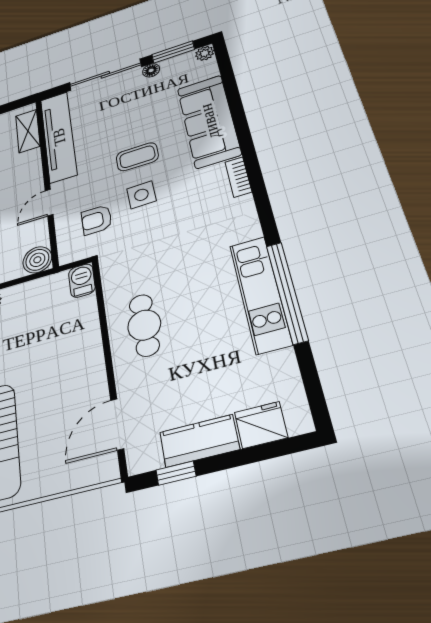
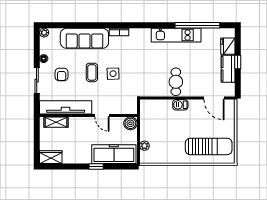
window: (173, 52) -> (37, 47), removed
sliding door: (105, 75) -> (37, 81), width x0.73
armchair: (97, 220) -> (62, 75), moved
barbecue: (82, 281) -> (180, 105), moved
window: (287, 292) -> (197, 25), moved
cafe table: (144, 325) -> (176, 82), turned 90
window: (176, 473) -> (238, 62), moved

